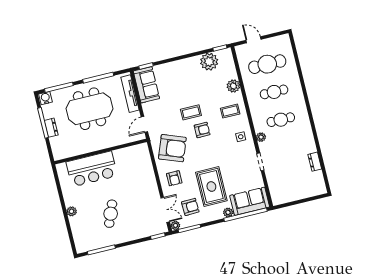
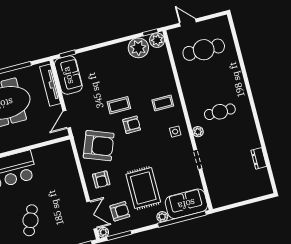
plant: (233, 86) -> (157, 40), moved
cafe table: (274, 92) -> (212, 81), removed

